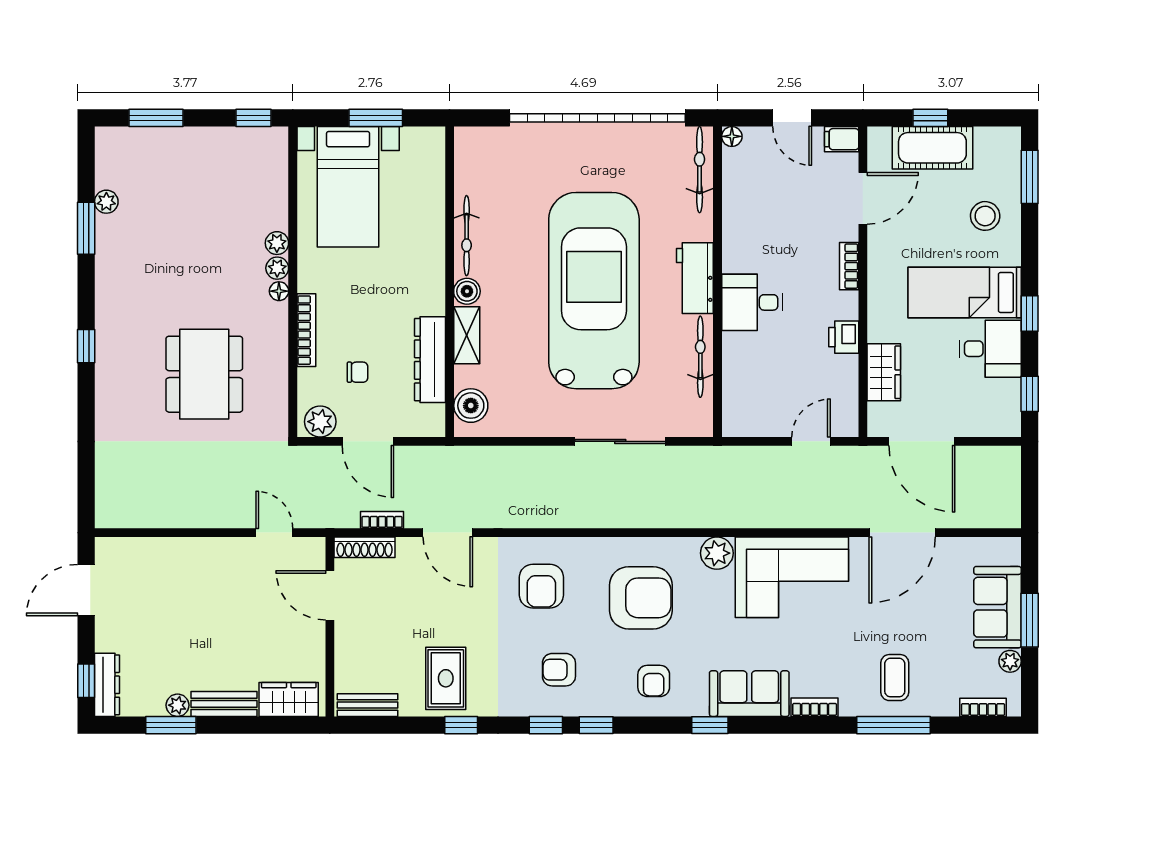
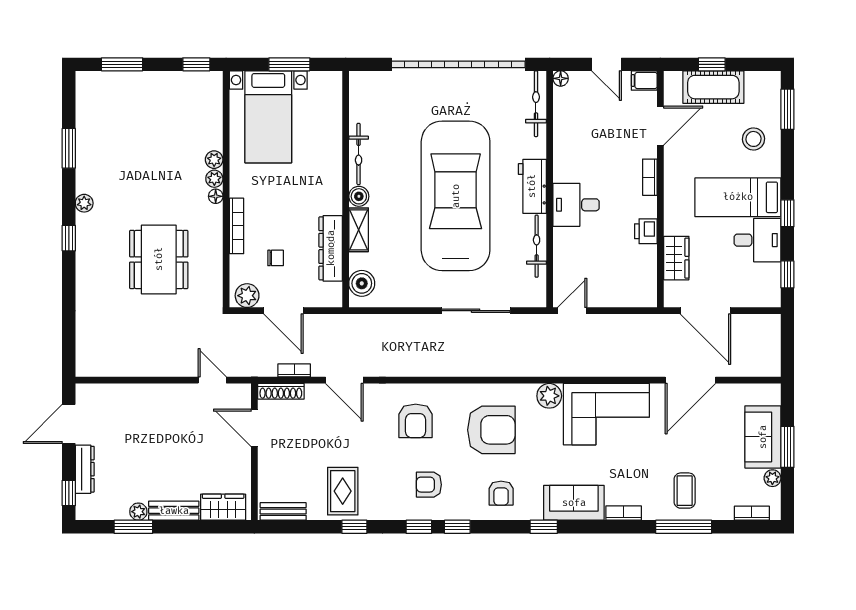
plant: (106, 202) -> (84, 203), moved
door: (811, 441) -> (572, 311), moved
dresser: (107, 685) -> (85, 469), moved

